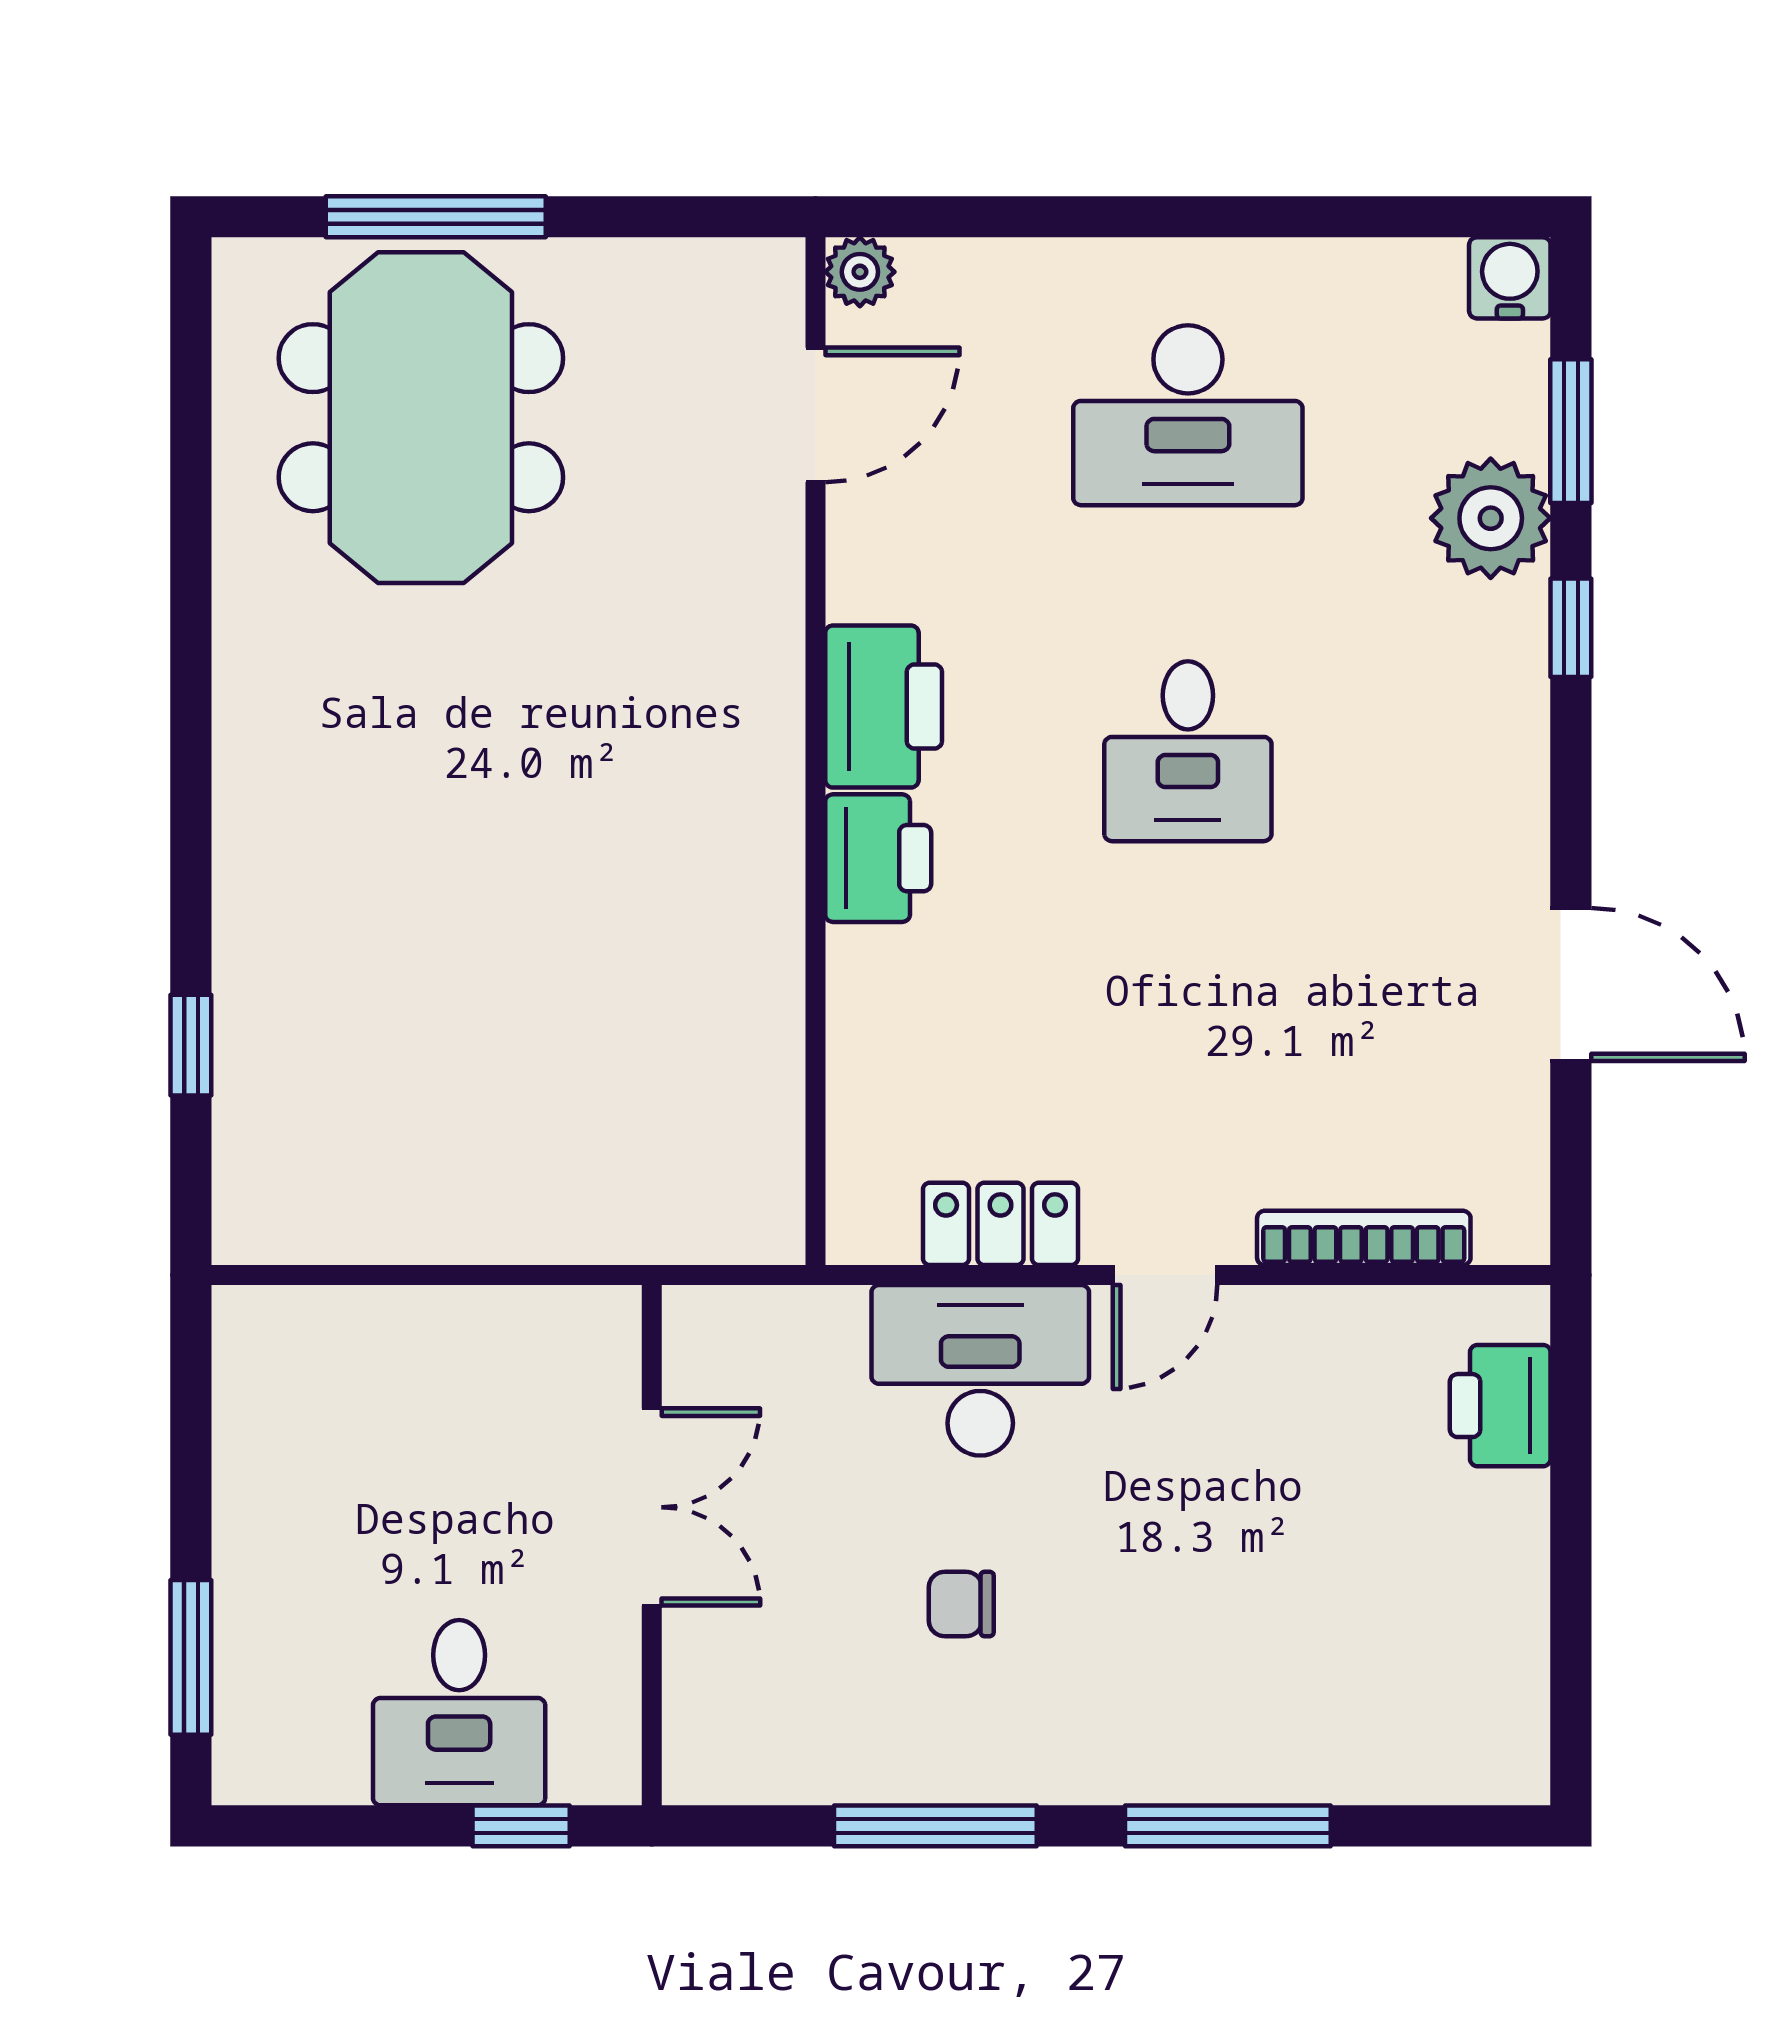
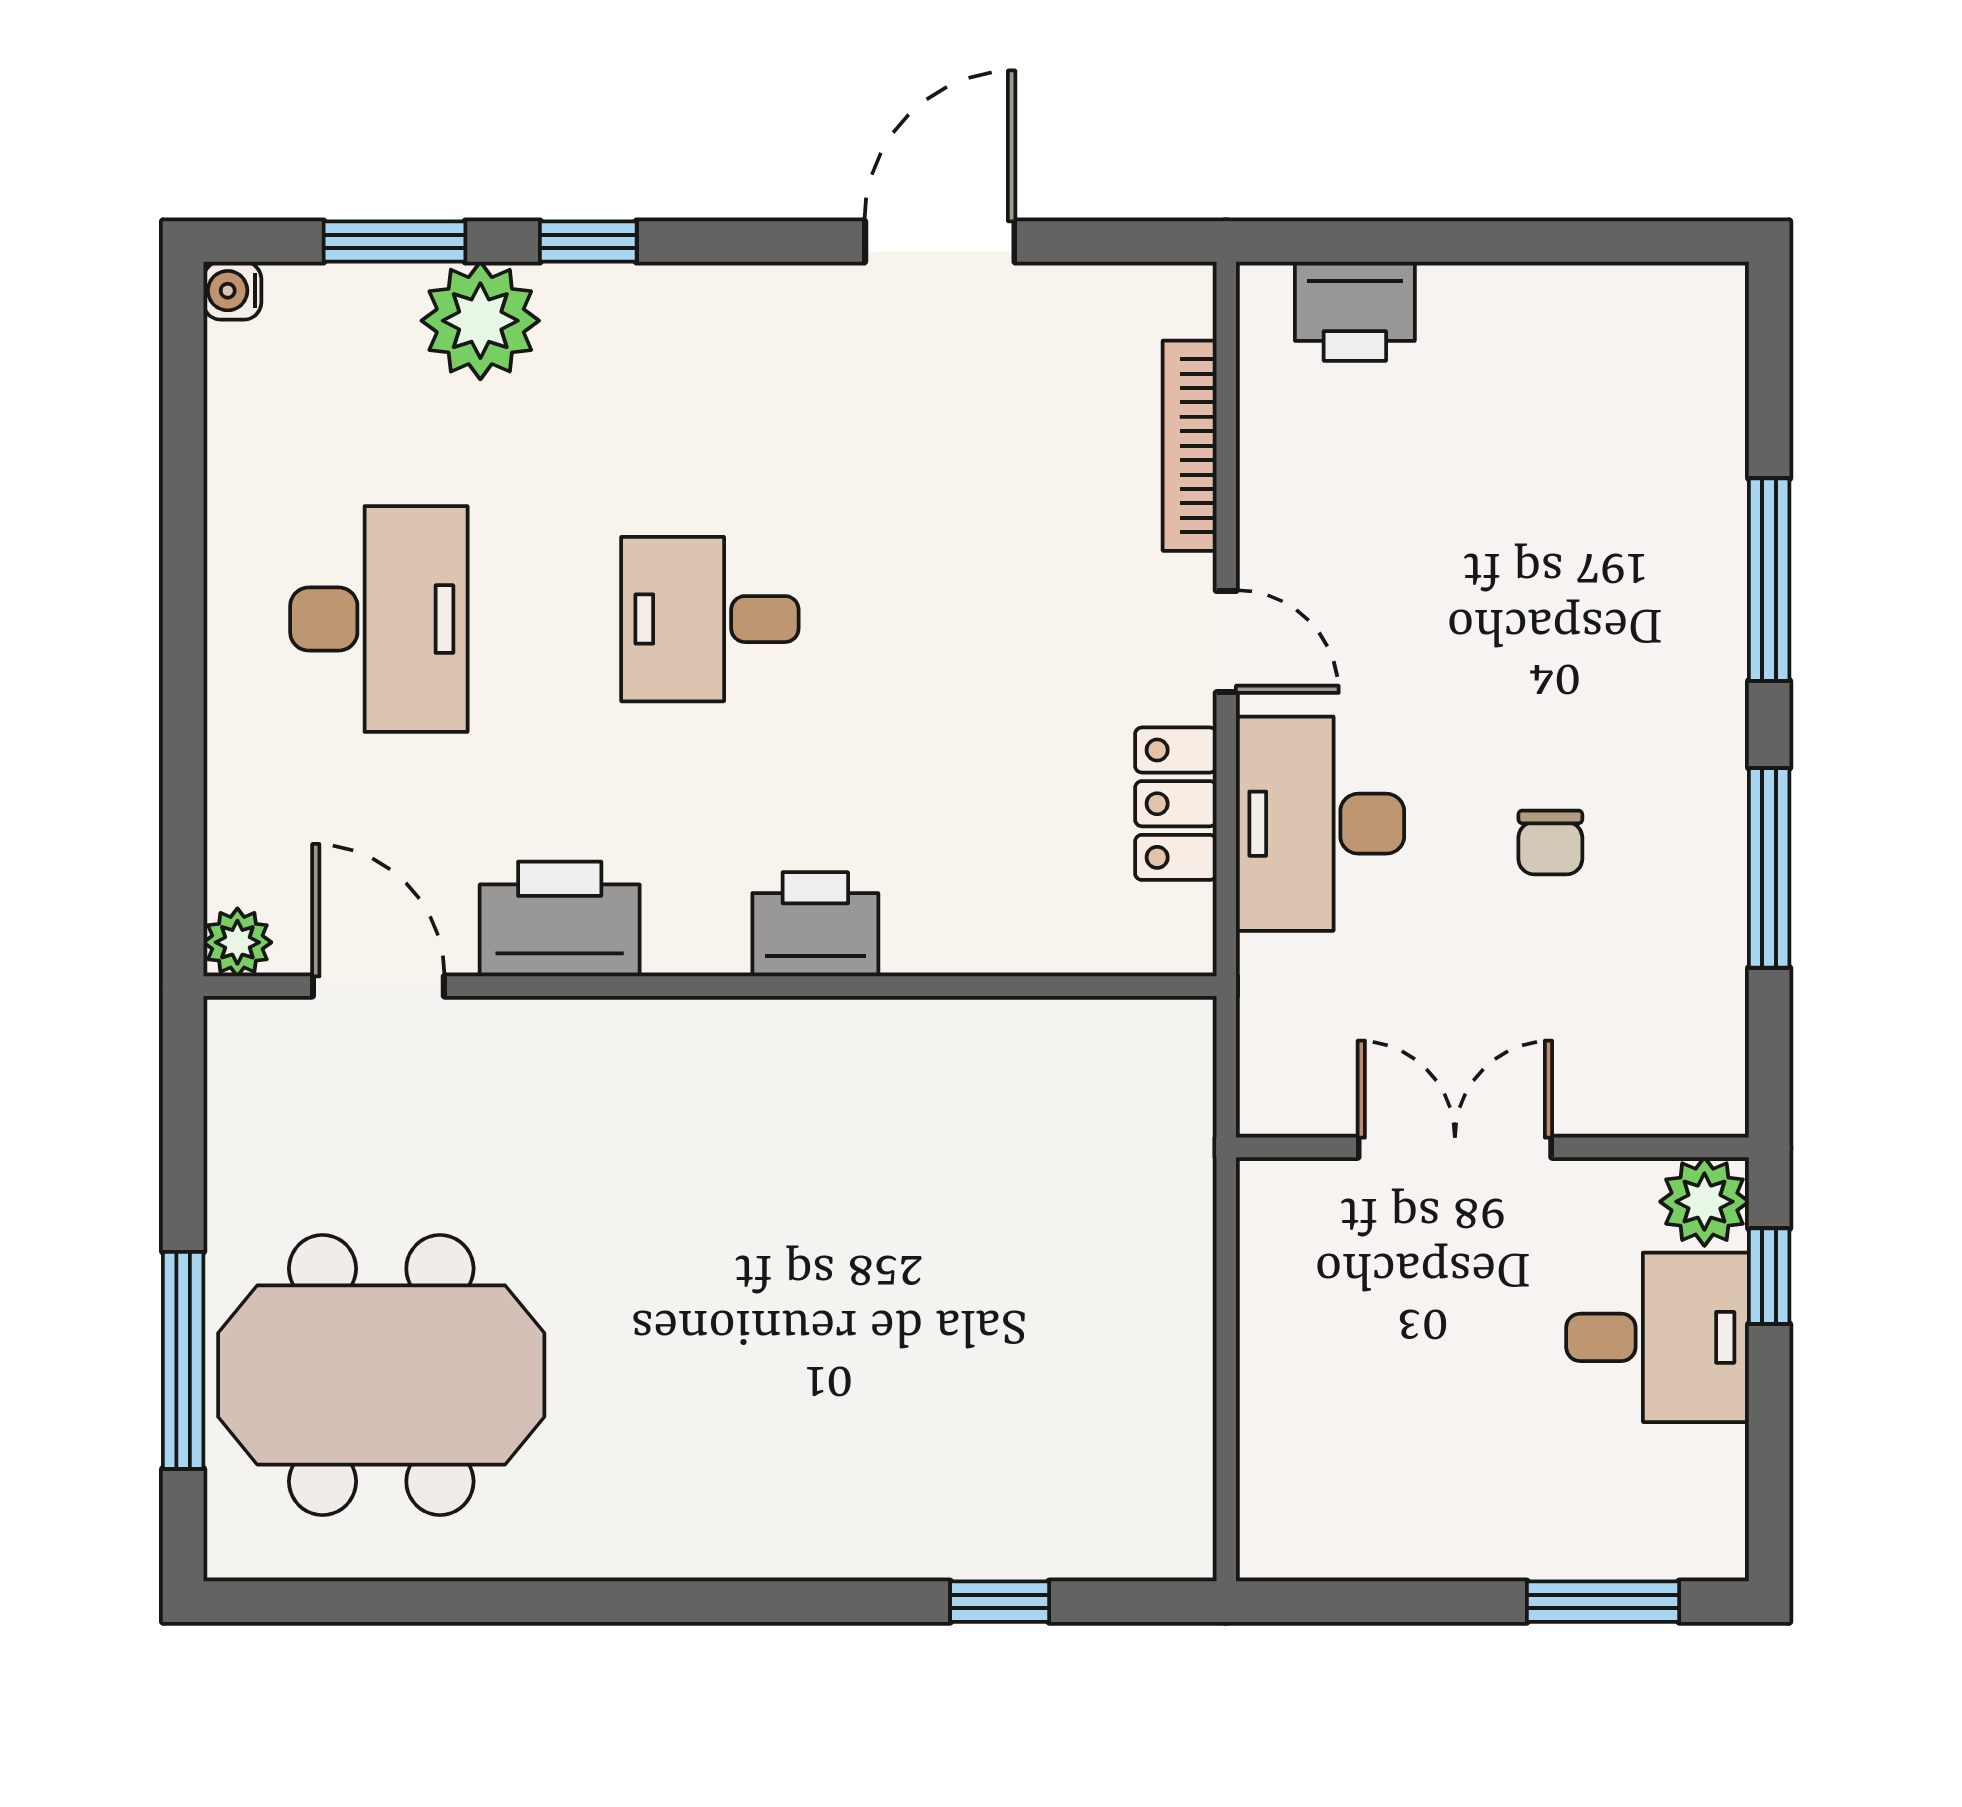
water cooler: (1510, 278) -> (232, 291), width x0.72, depth x0.72
printer: (884, 707) -> (560, 919), moved
desk: (1188, 751) -> (710, 619), turned 180
plant: (597, 1760) -> (1704, 1202), added

